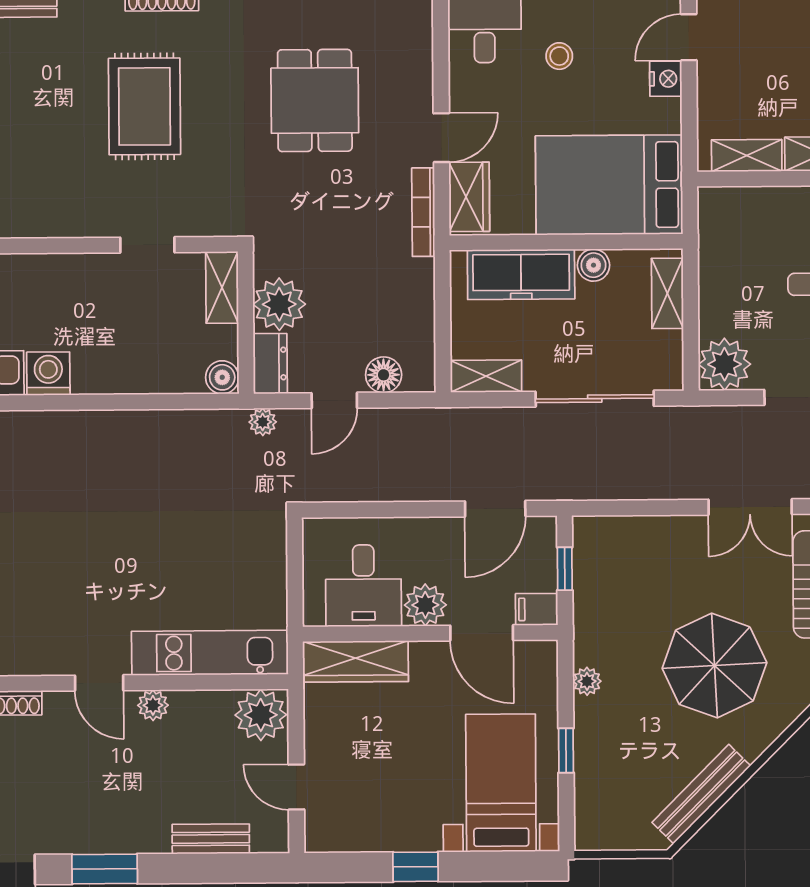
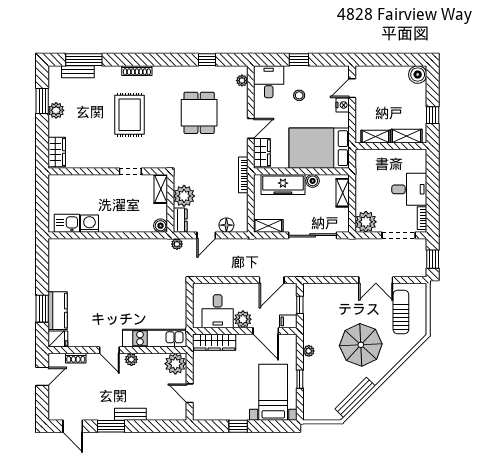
plant: (419, 21) -> (242, 81), added
bookcase: (423, 212) -> (243, 175), moved
bench: (211, 839) -> (130, 414), moved

